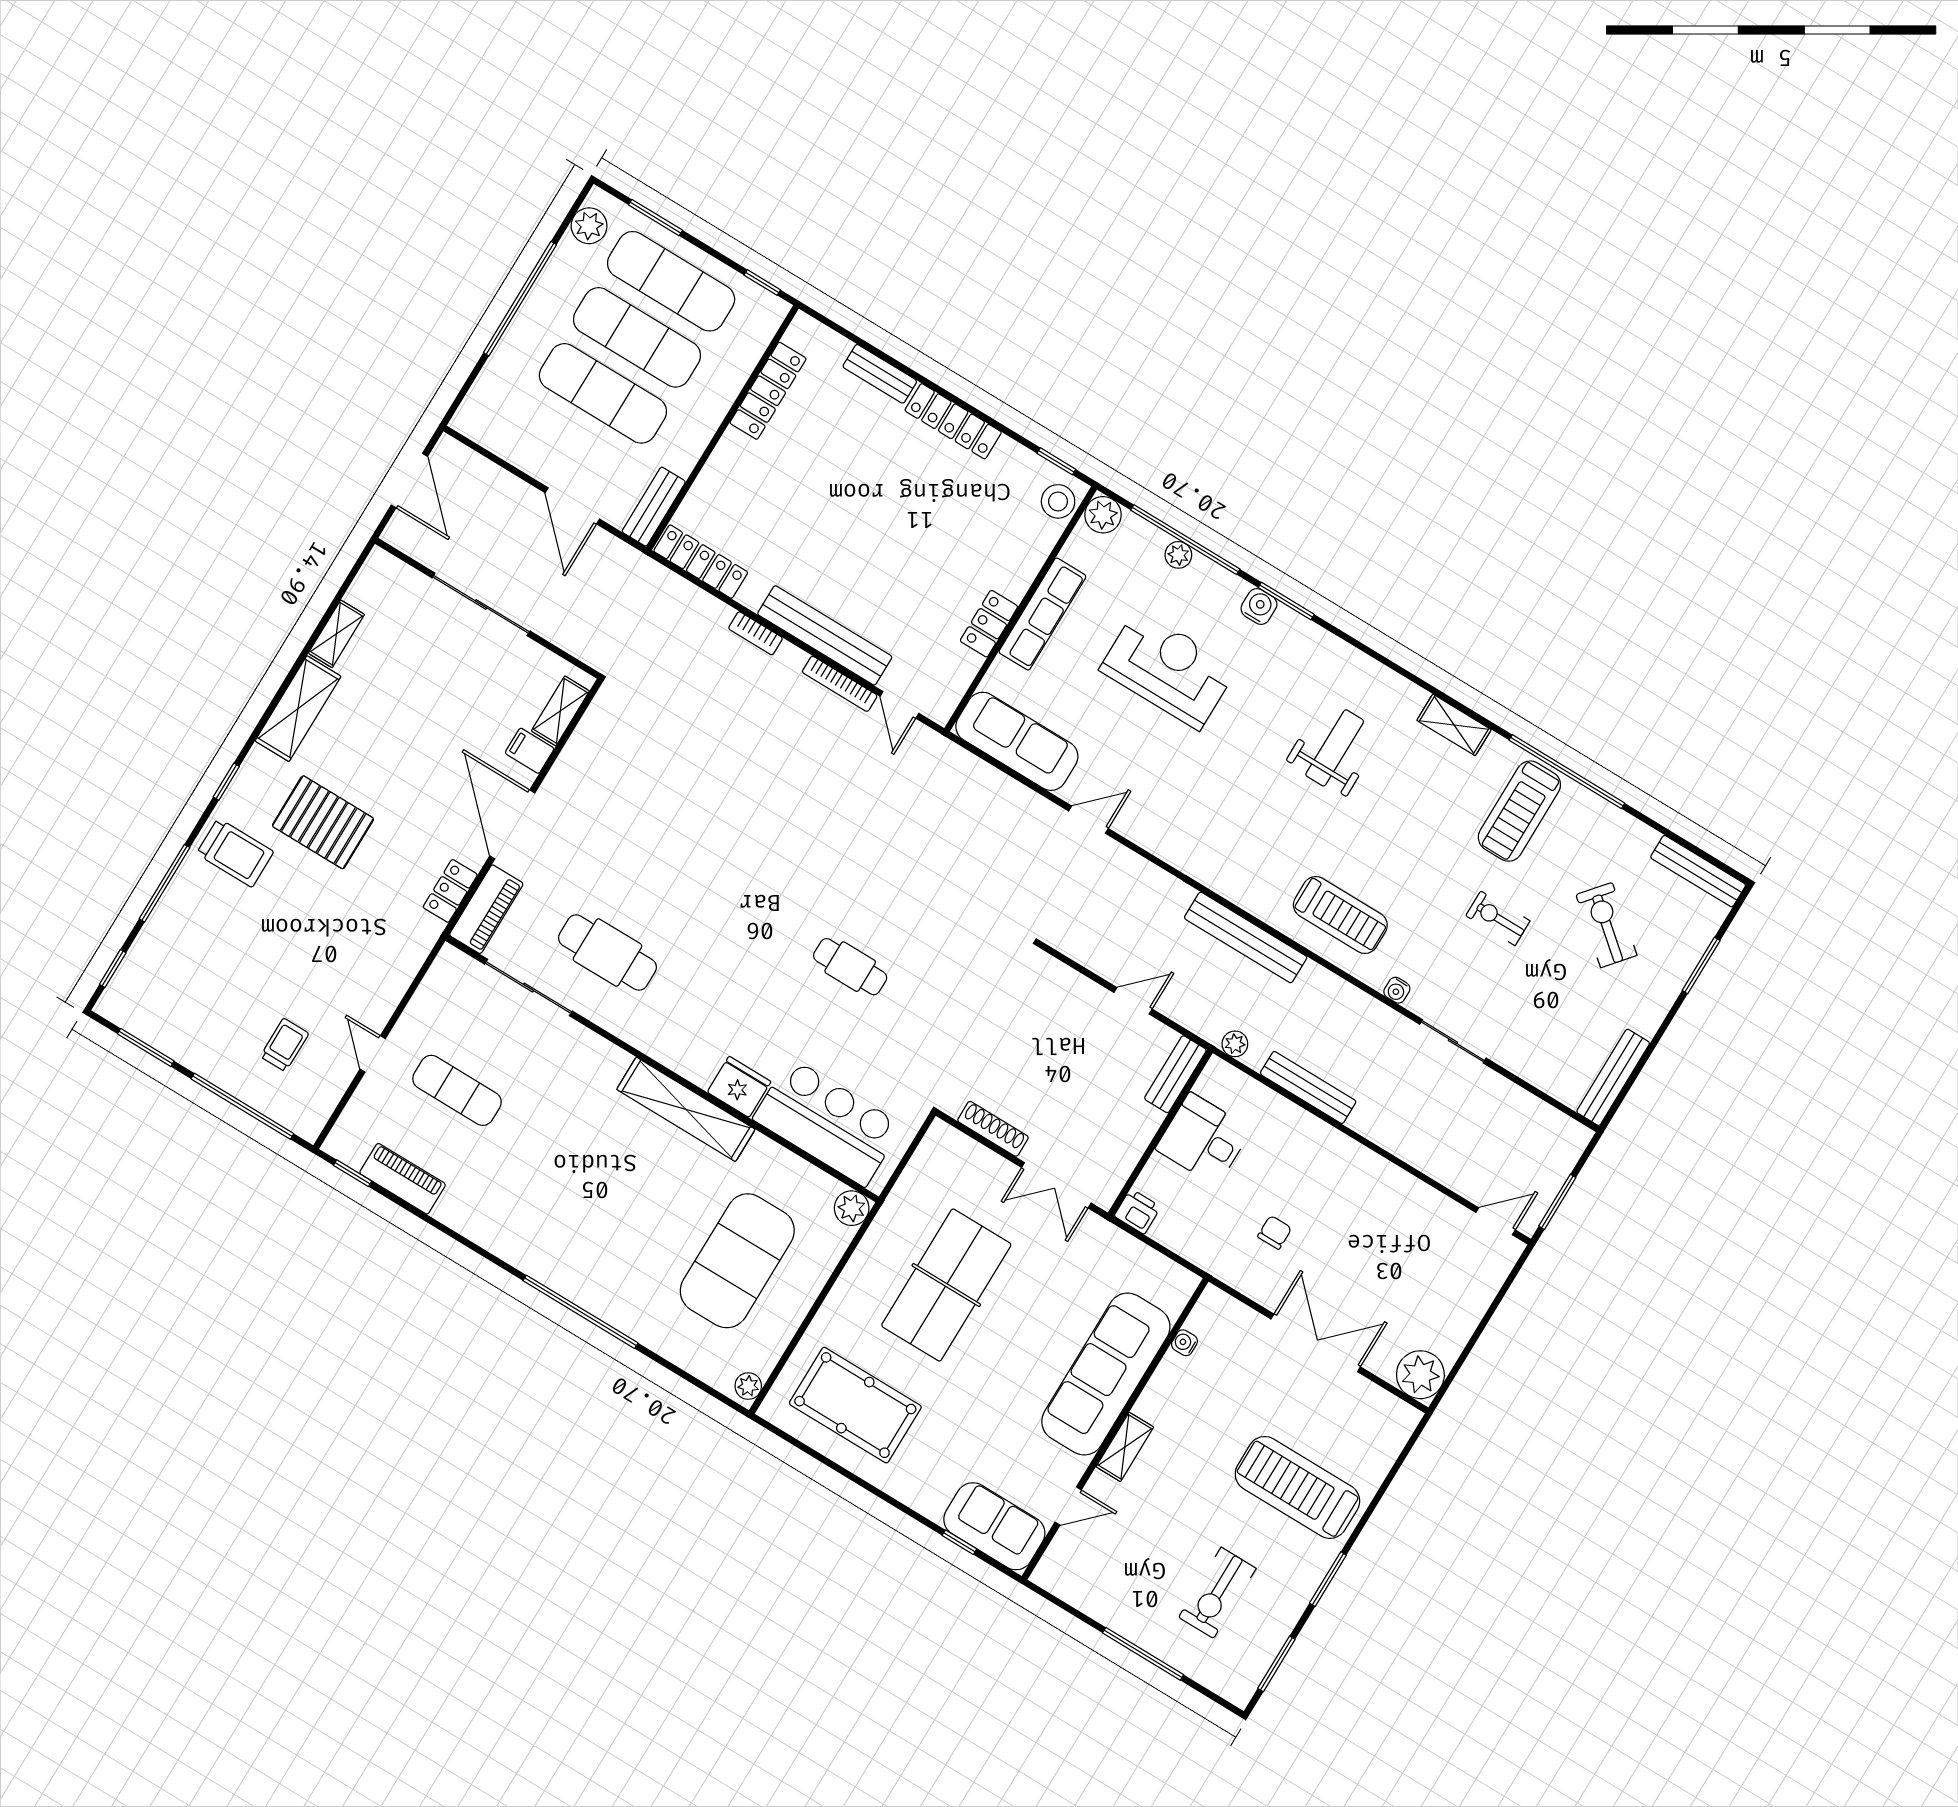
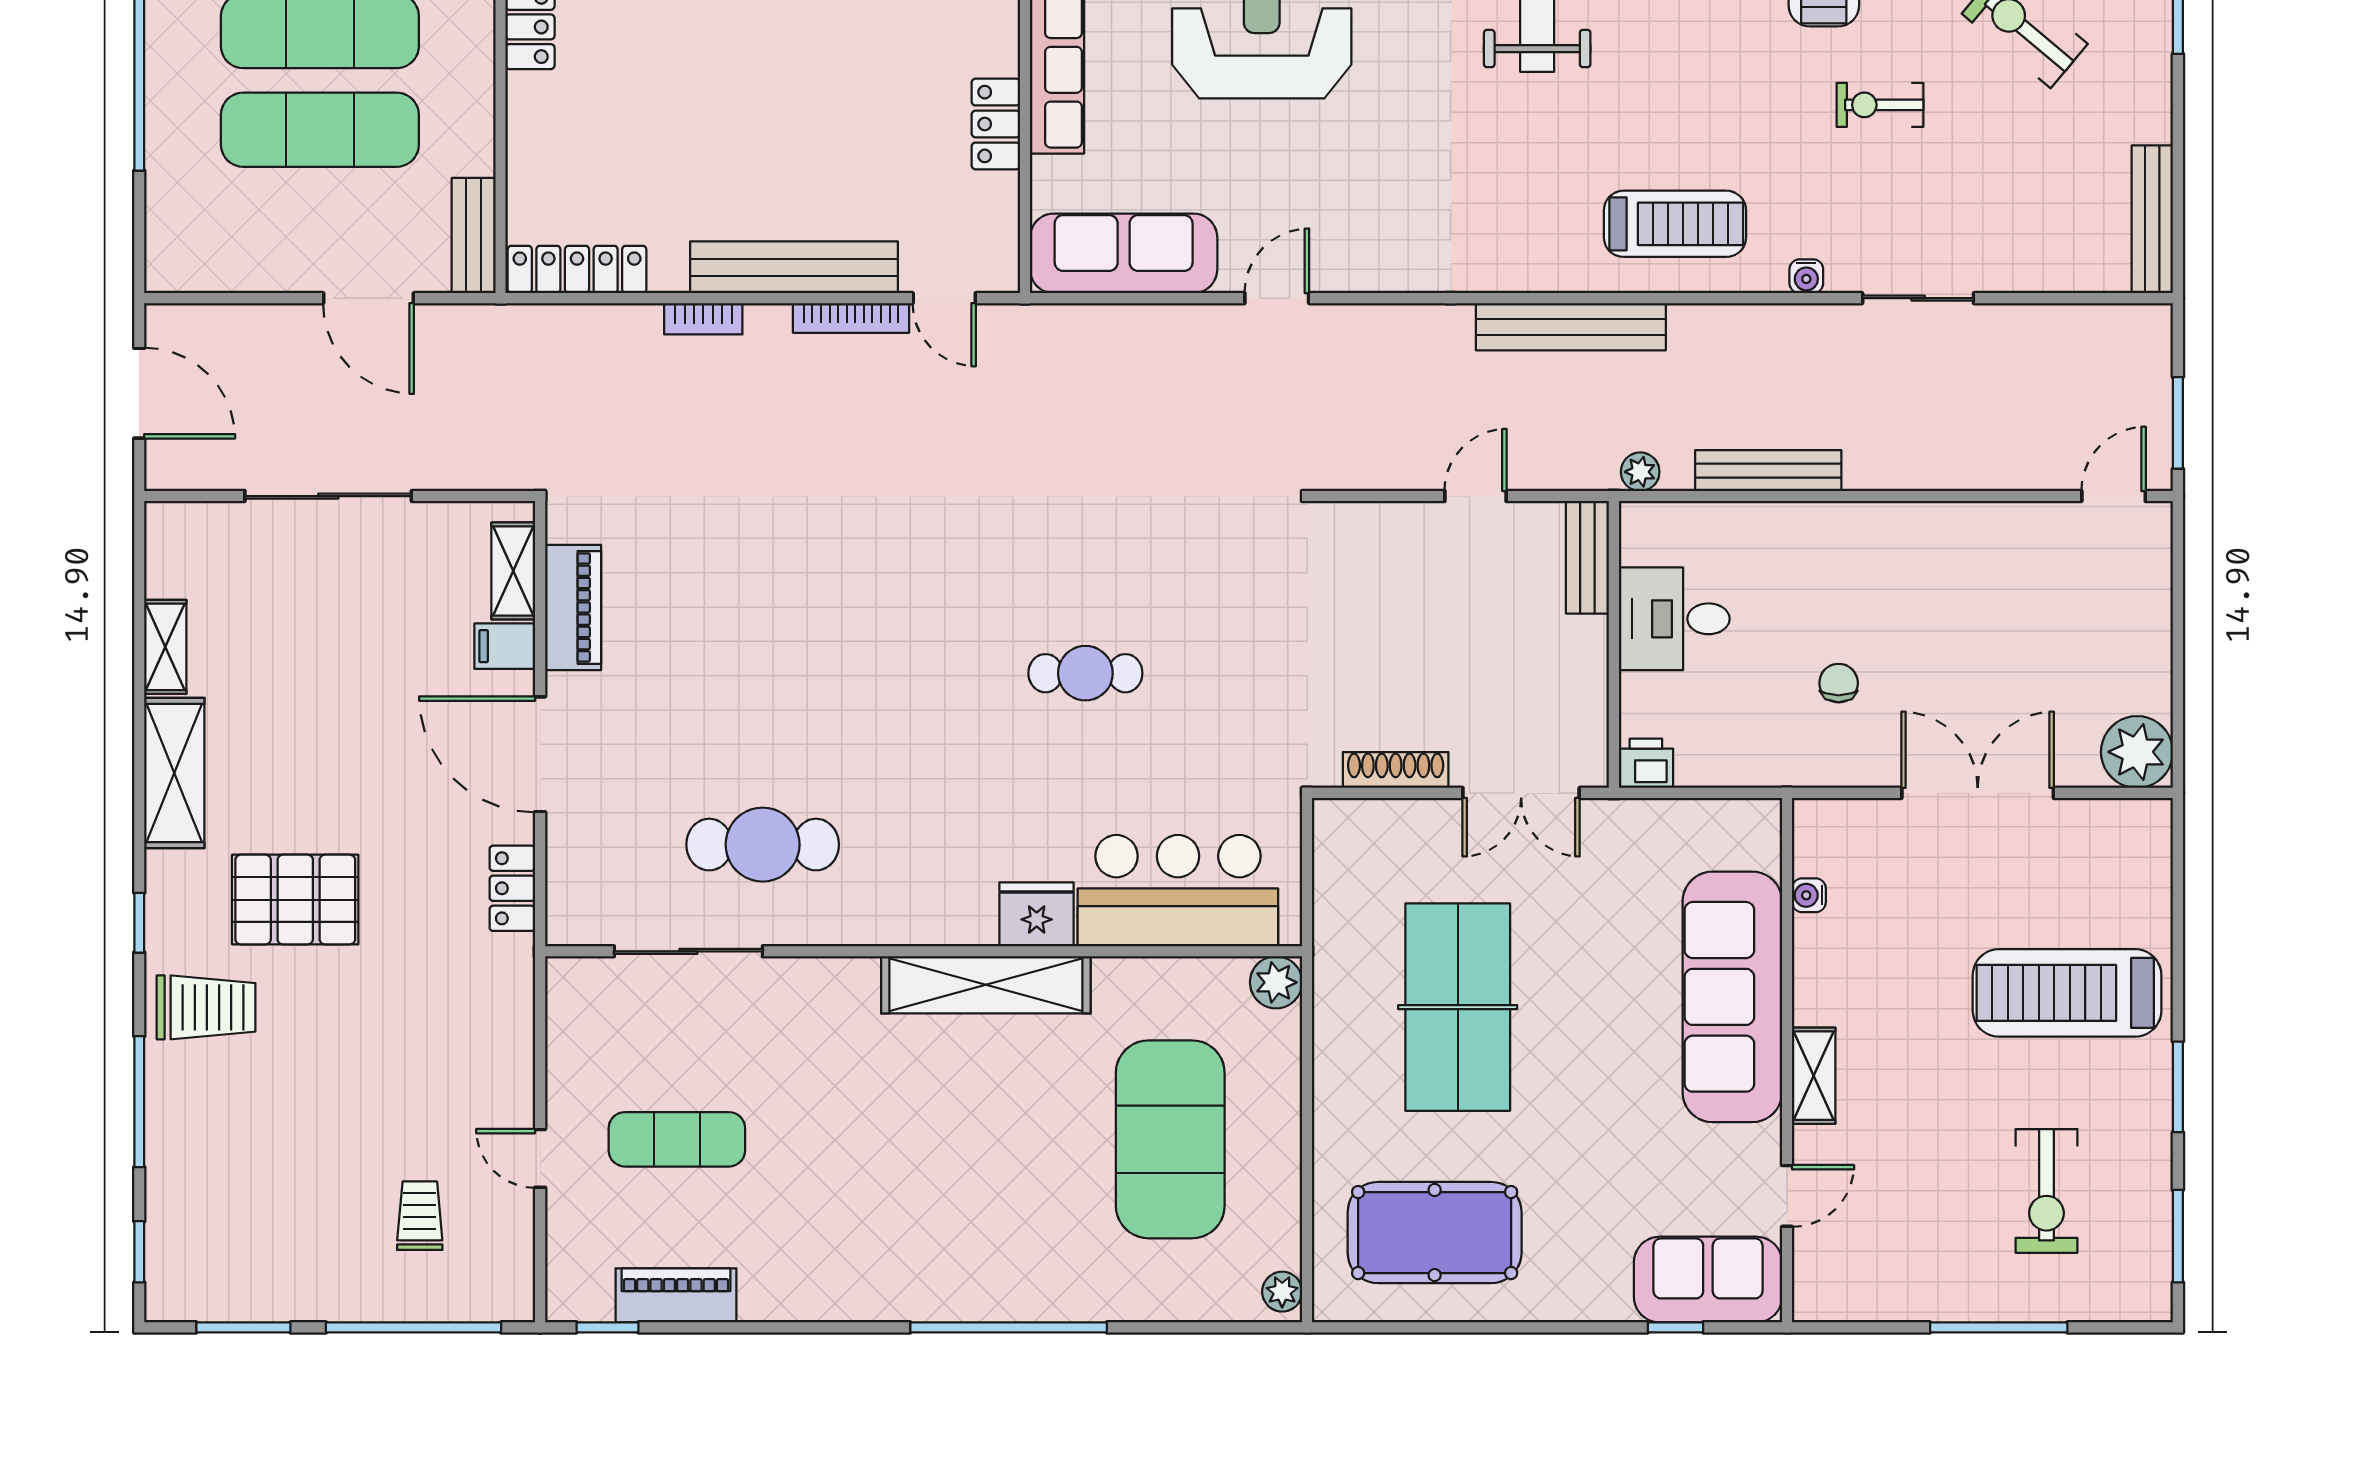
piano: (486, 909) -> (573, 607), moved

